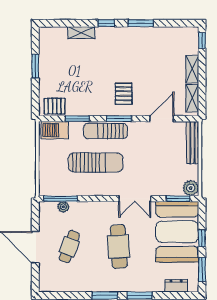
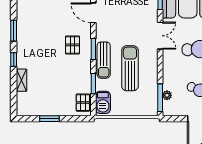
pallet: (124, 94) -> (72, 45), turned 90

